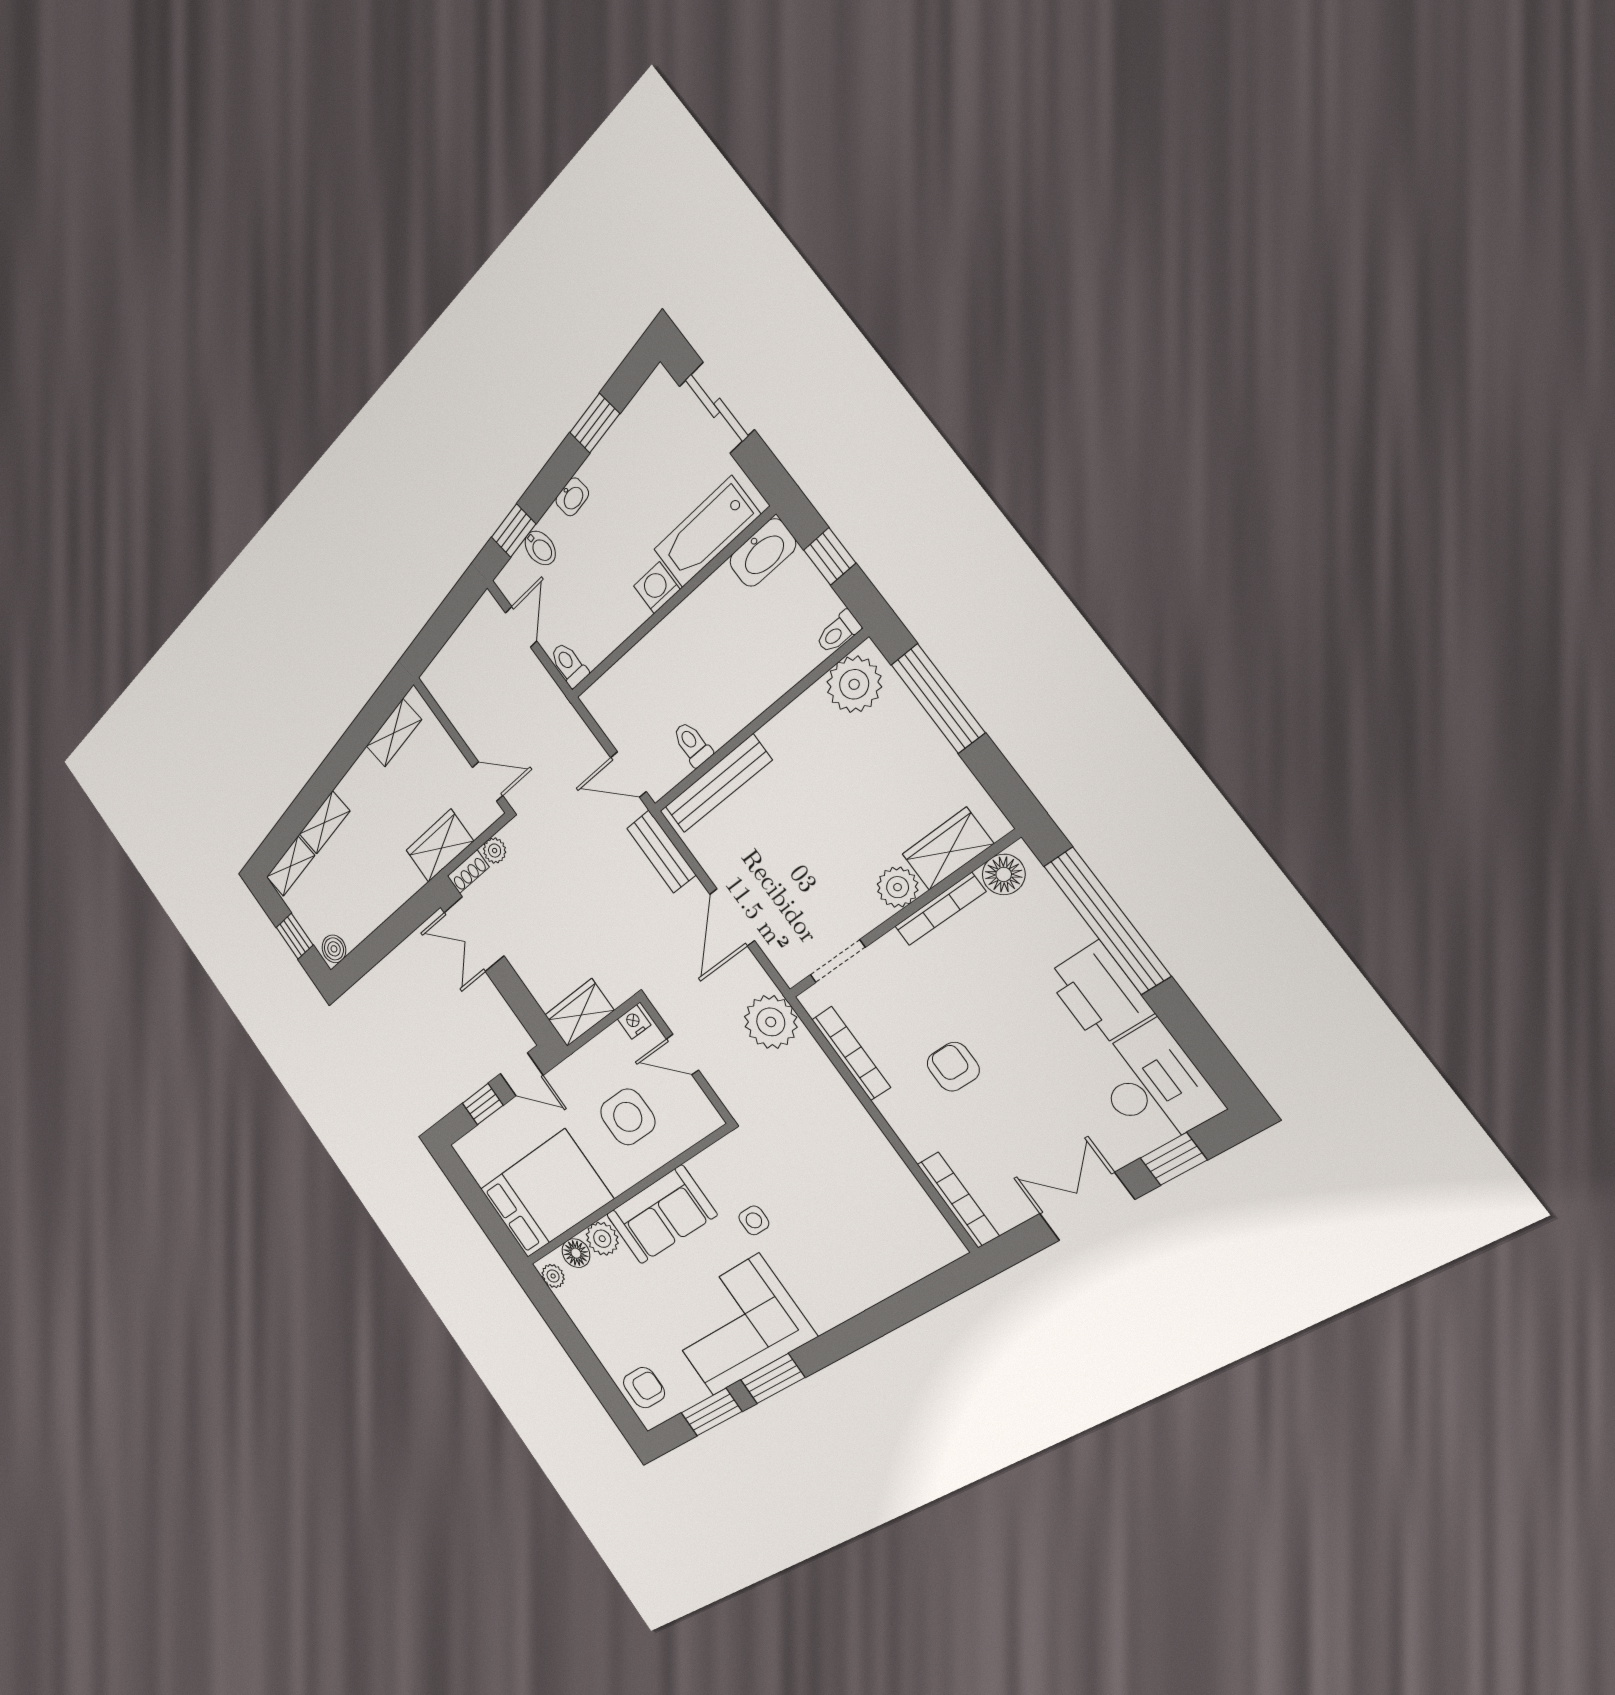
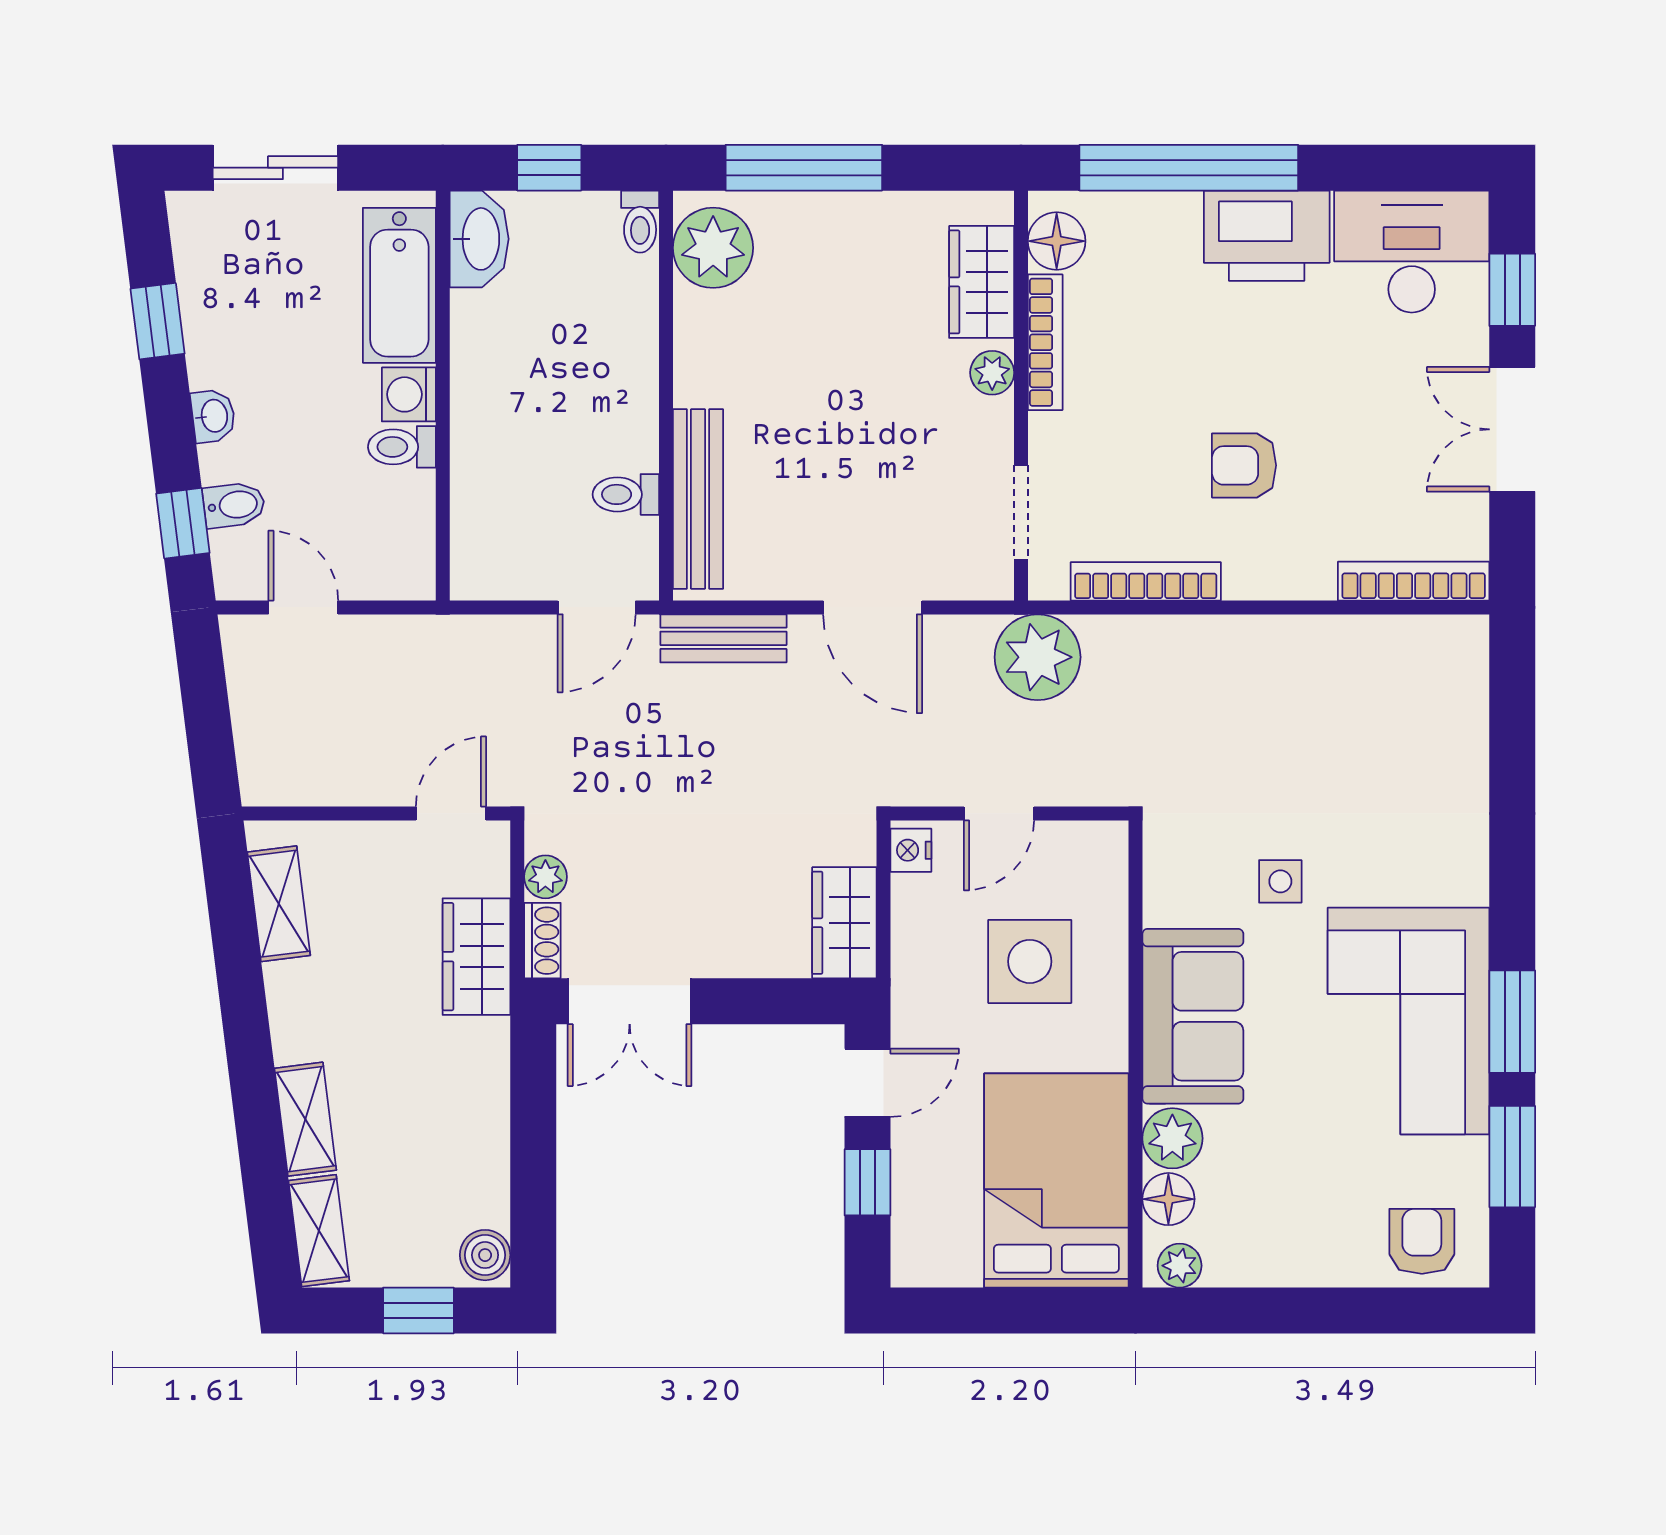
toilet: (569, 665) -> (402, 447), moved
plant: (898, 887) -> (992, 373), width x0.73, depth x0.73

